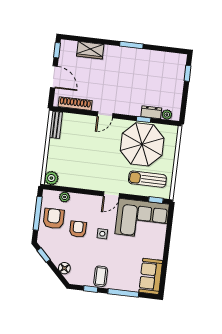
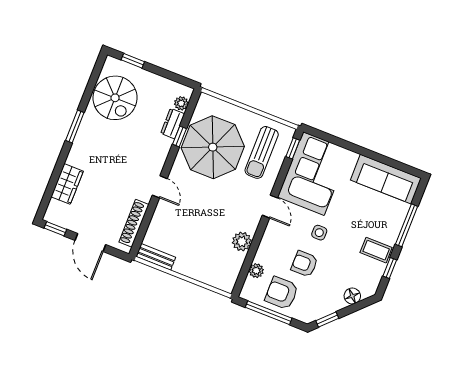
spiral stairs: (159, 68) -> (115, 98), added
door: (54, 77) -> (90, 242), swing flipped
plant: (51, 178) -> (242, 242), moved
sofa: (151, 276) -> (386, 179), width x1.36

